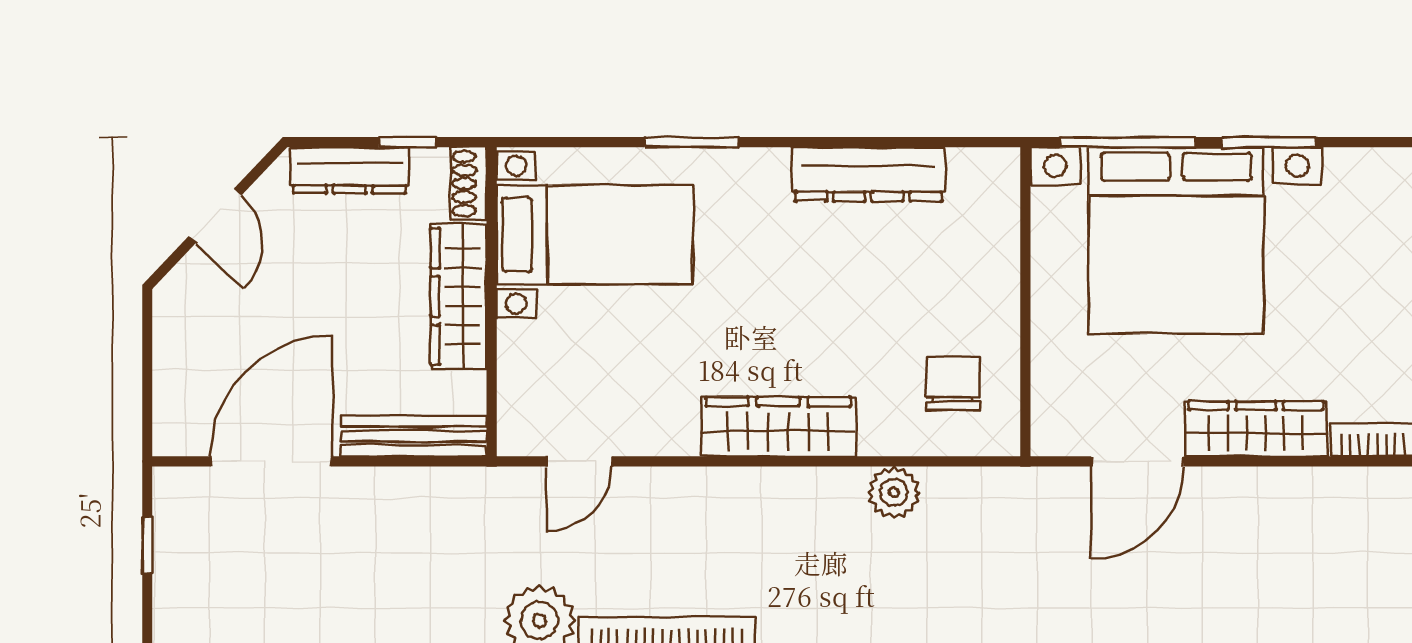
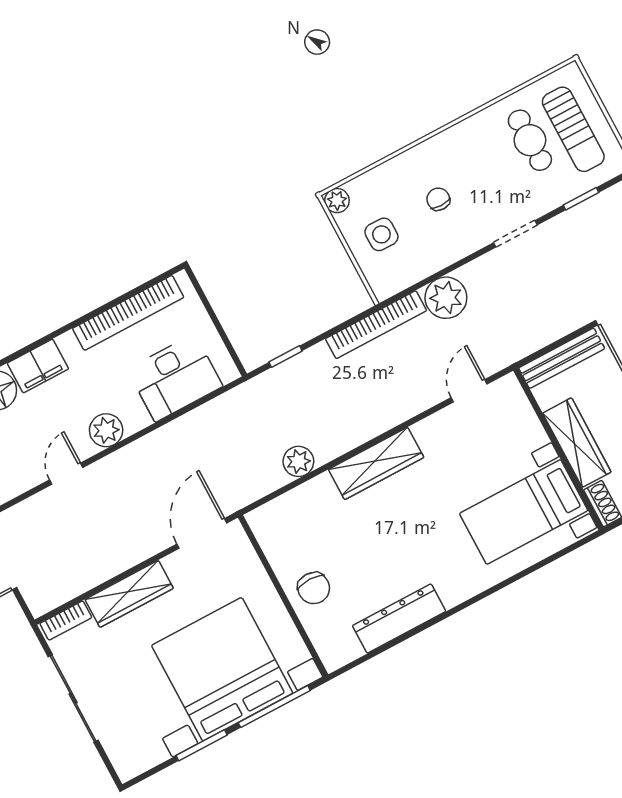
window: (691, 142) -> (499, 586), removed
chair: (953, 383) -> (314, 588), moved
door: (1137, 461) -> (202, 533), moved

